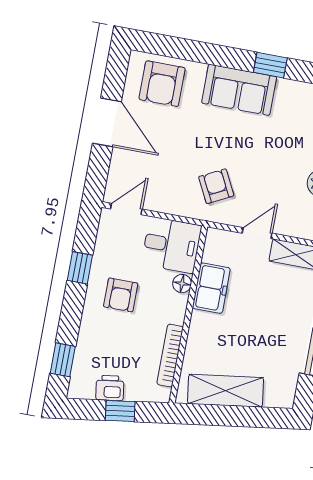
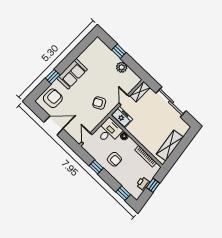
window: (270, 65) -> (53, 77), moved
armchair: (162, 84) -> (53, 98), turned -90
freezer: (211, 288) -> (122, 117), moved

